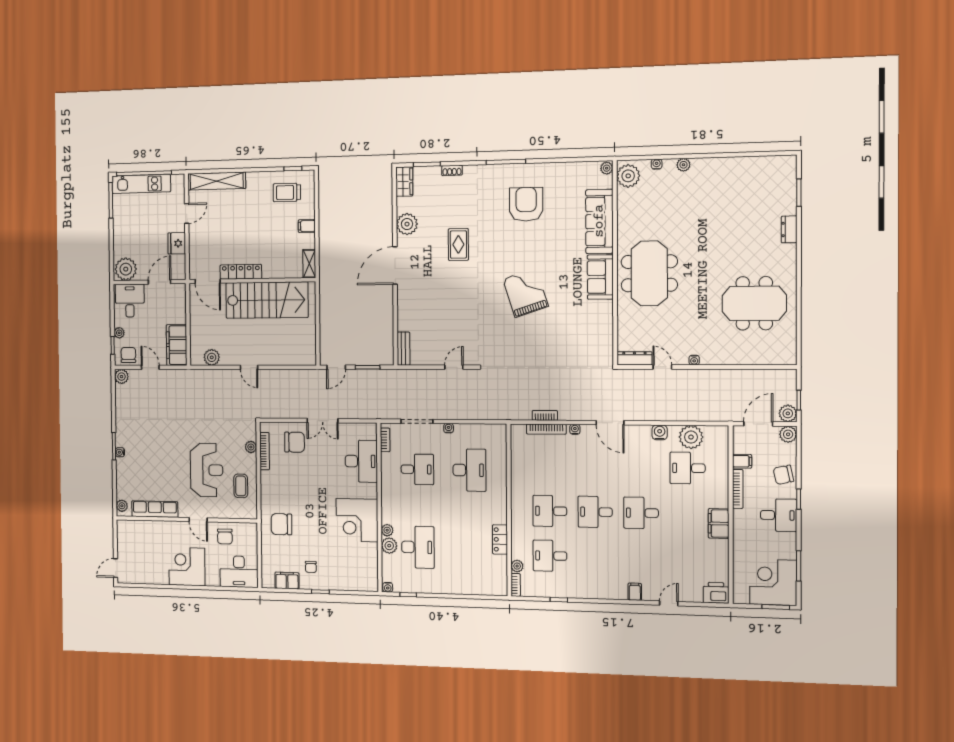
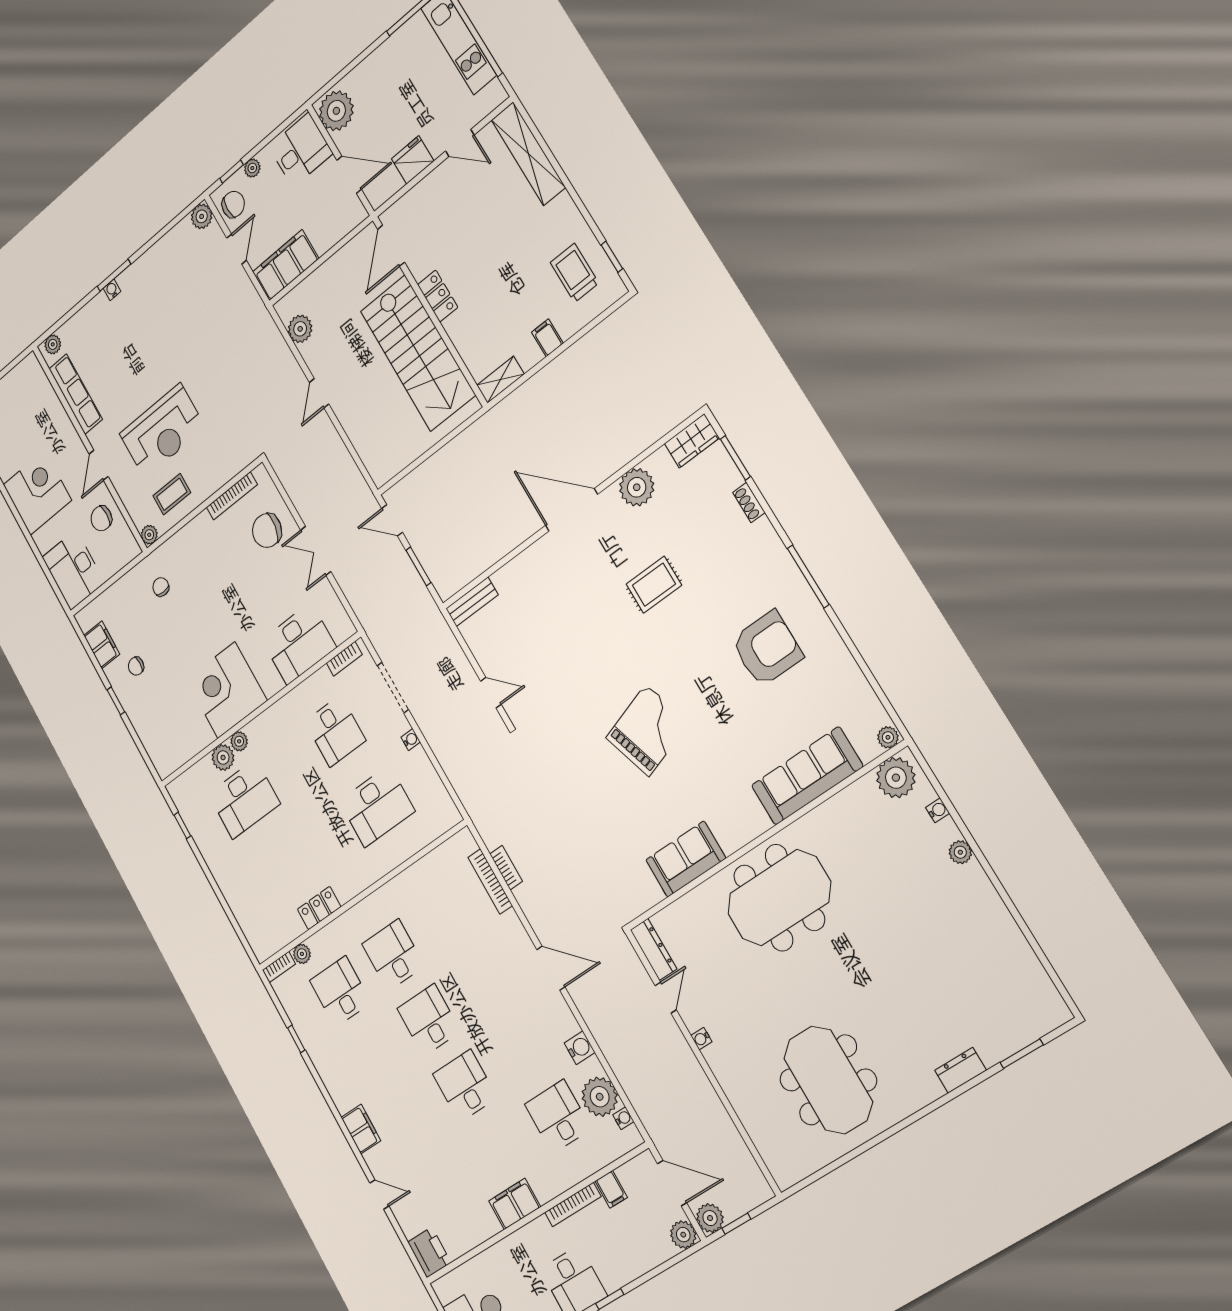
locker: (241, 272) -> (438, 296), width x0.66
sofa: (600, 277) -> (686, 859), moved
door: (610, 423) -> (551, 968), swing flipped
water cooler: (575, 429) -> (623, 1118), moved
chair: (295, 442) -> (267, 531), turned 100
plant: (251, 447) -> (149, 535), moved
chair: (783, 475) -> (628, 1259), removed
chair: (281, 524) -> (161, 587), width x0.54, depth x0.54
water cooler: (388, 587) -> (174, 791), removed
filing cabinet: (635, 592) -> (361, 1129), width x2.00

